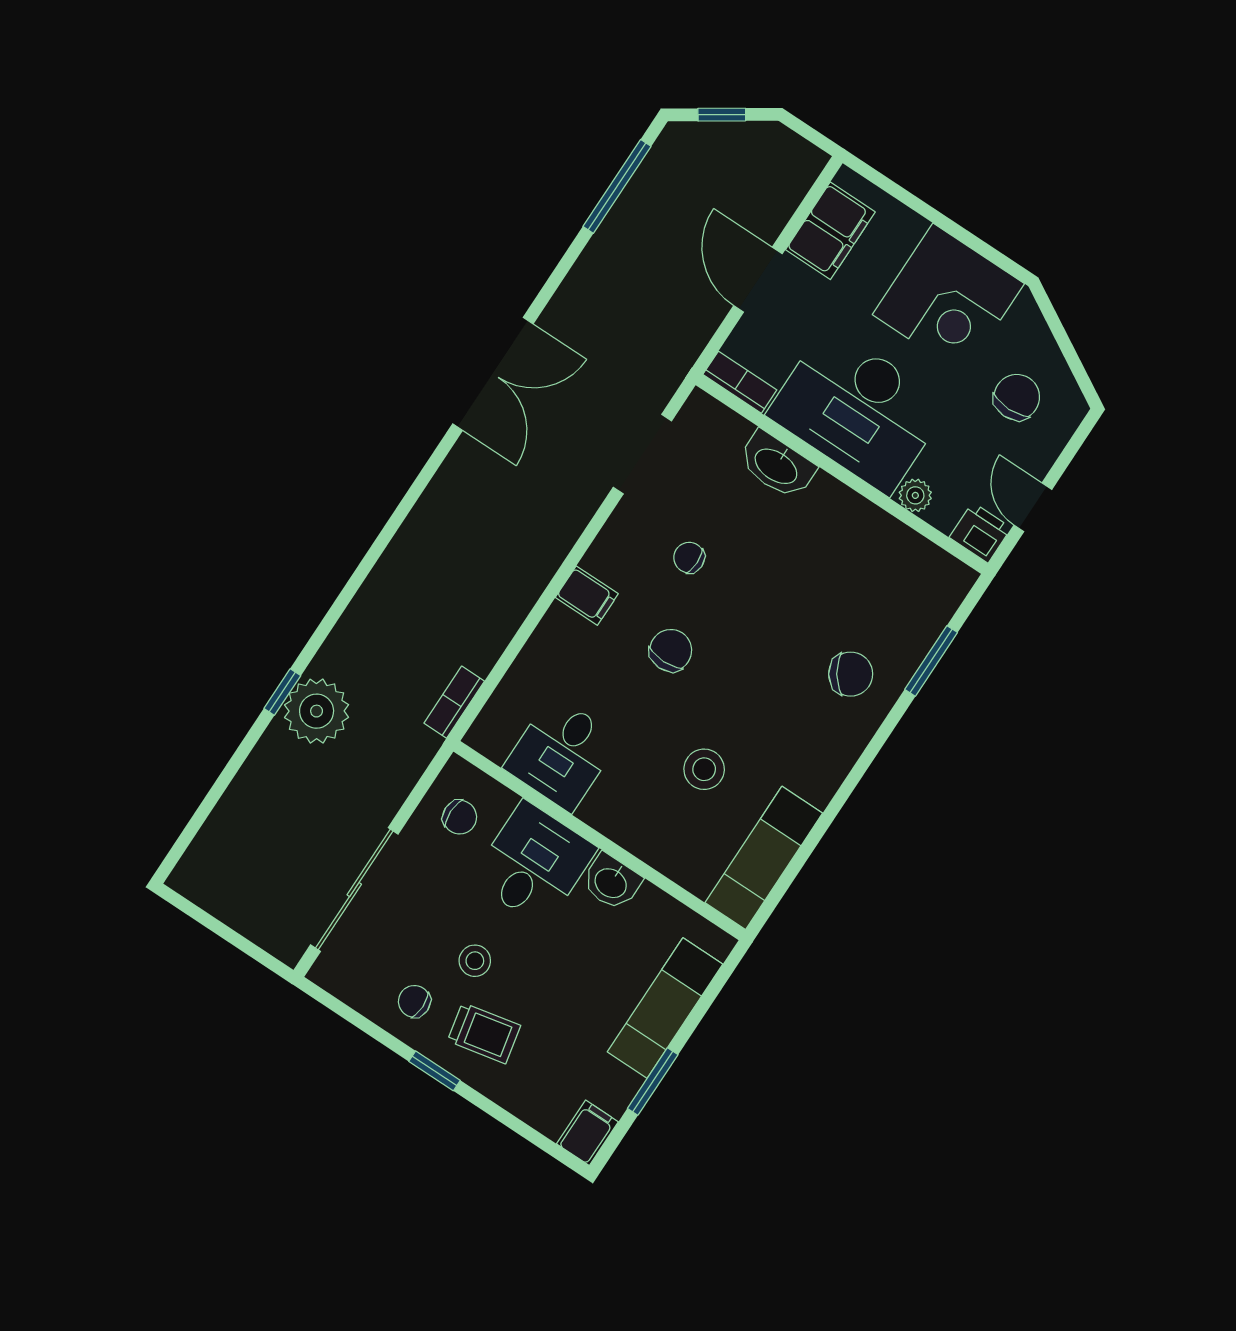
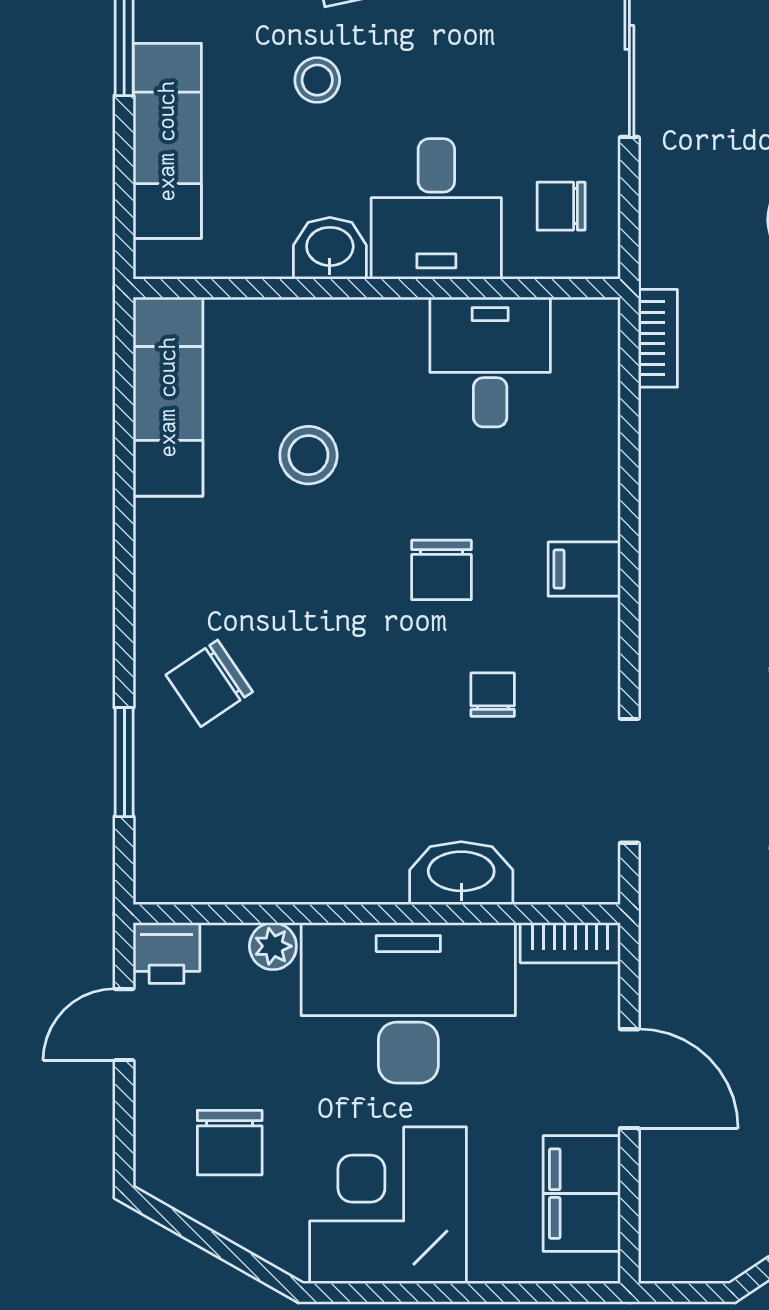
door: (1033, 507) -> (124, 1025), swing flipped
chair: (689, 558) -> (493, 695), turned -90
stool: (475, 961) -> (317, 80), moved

